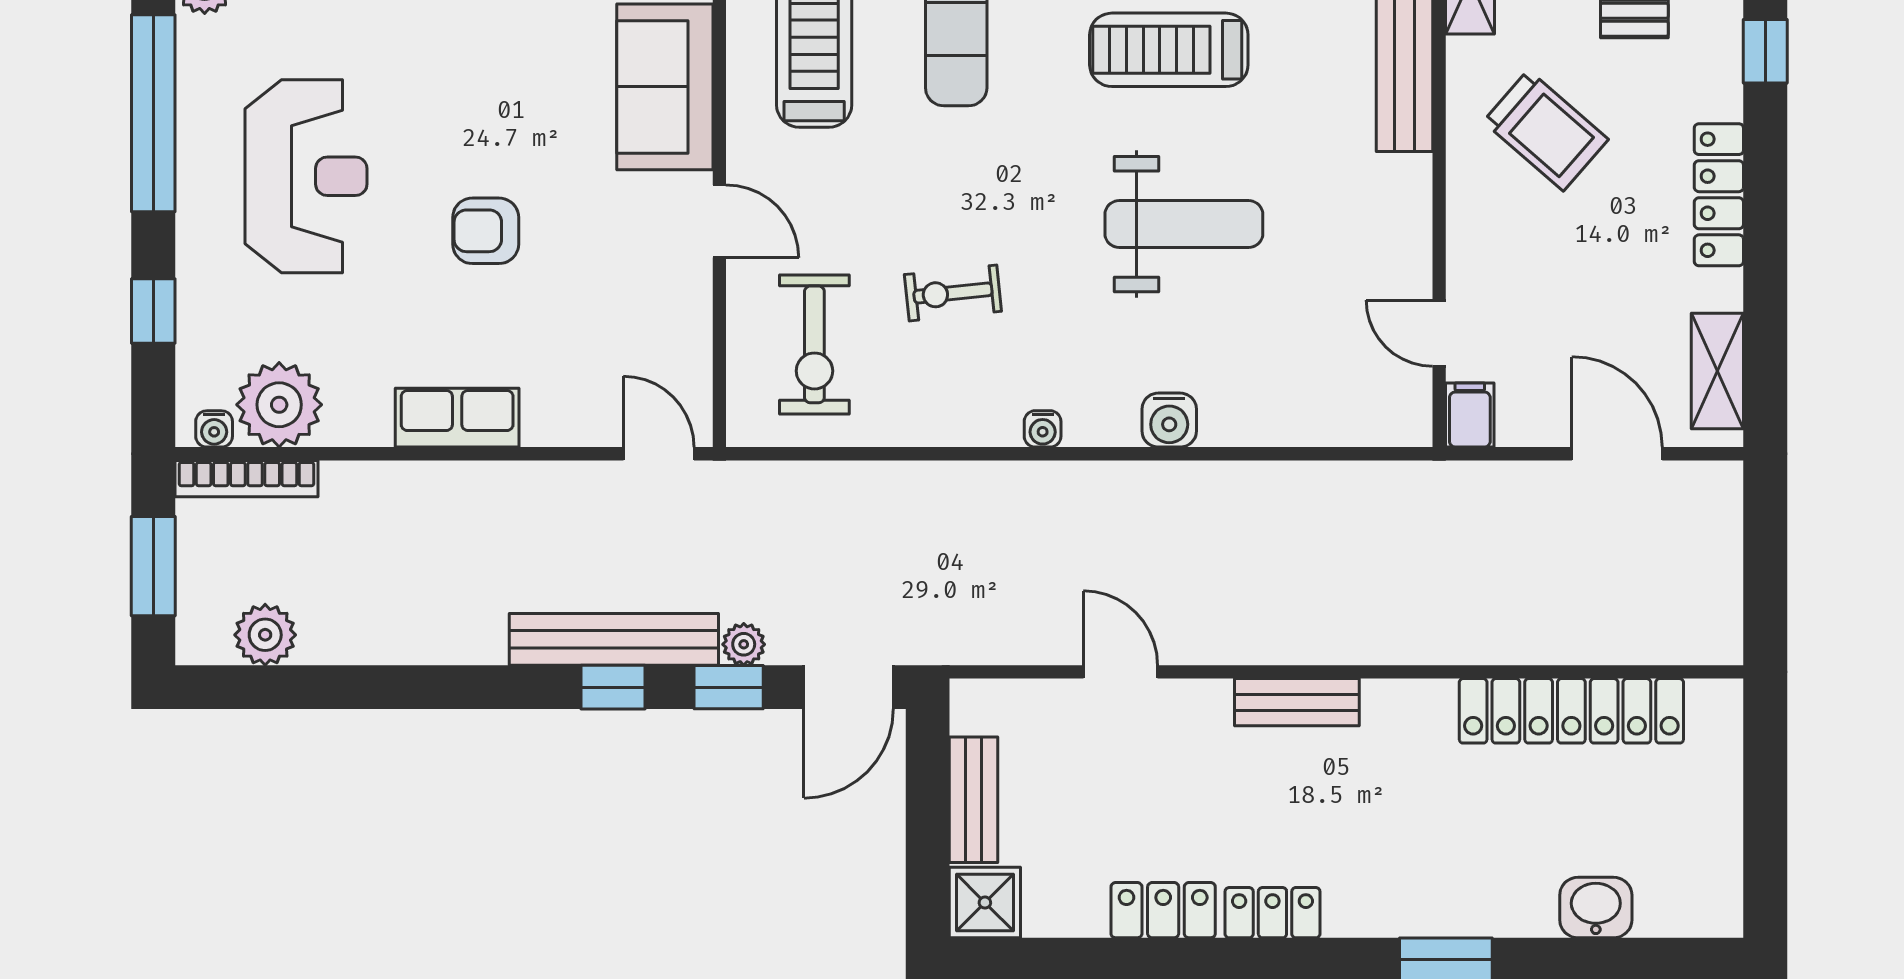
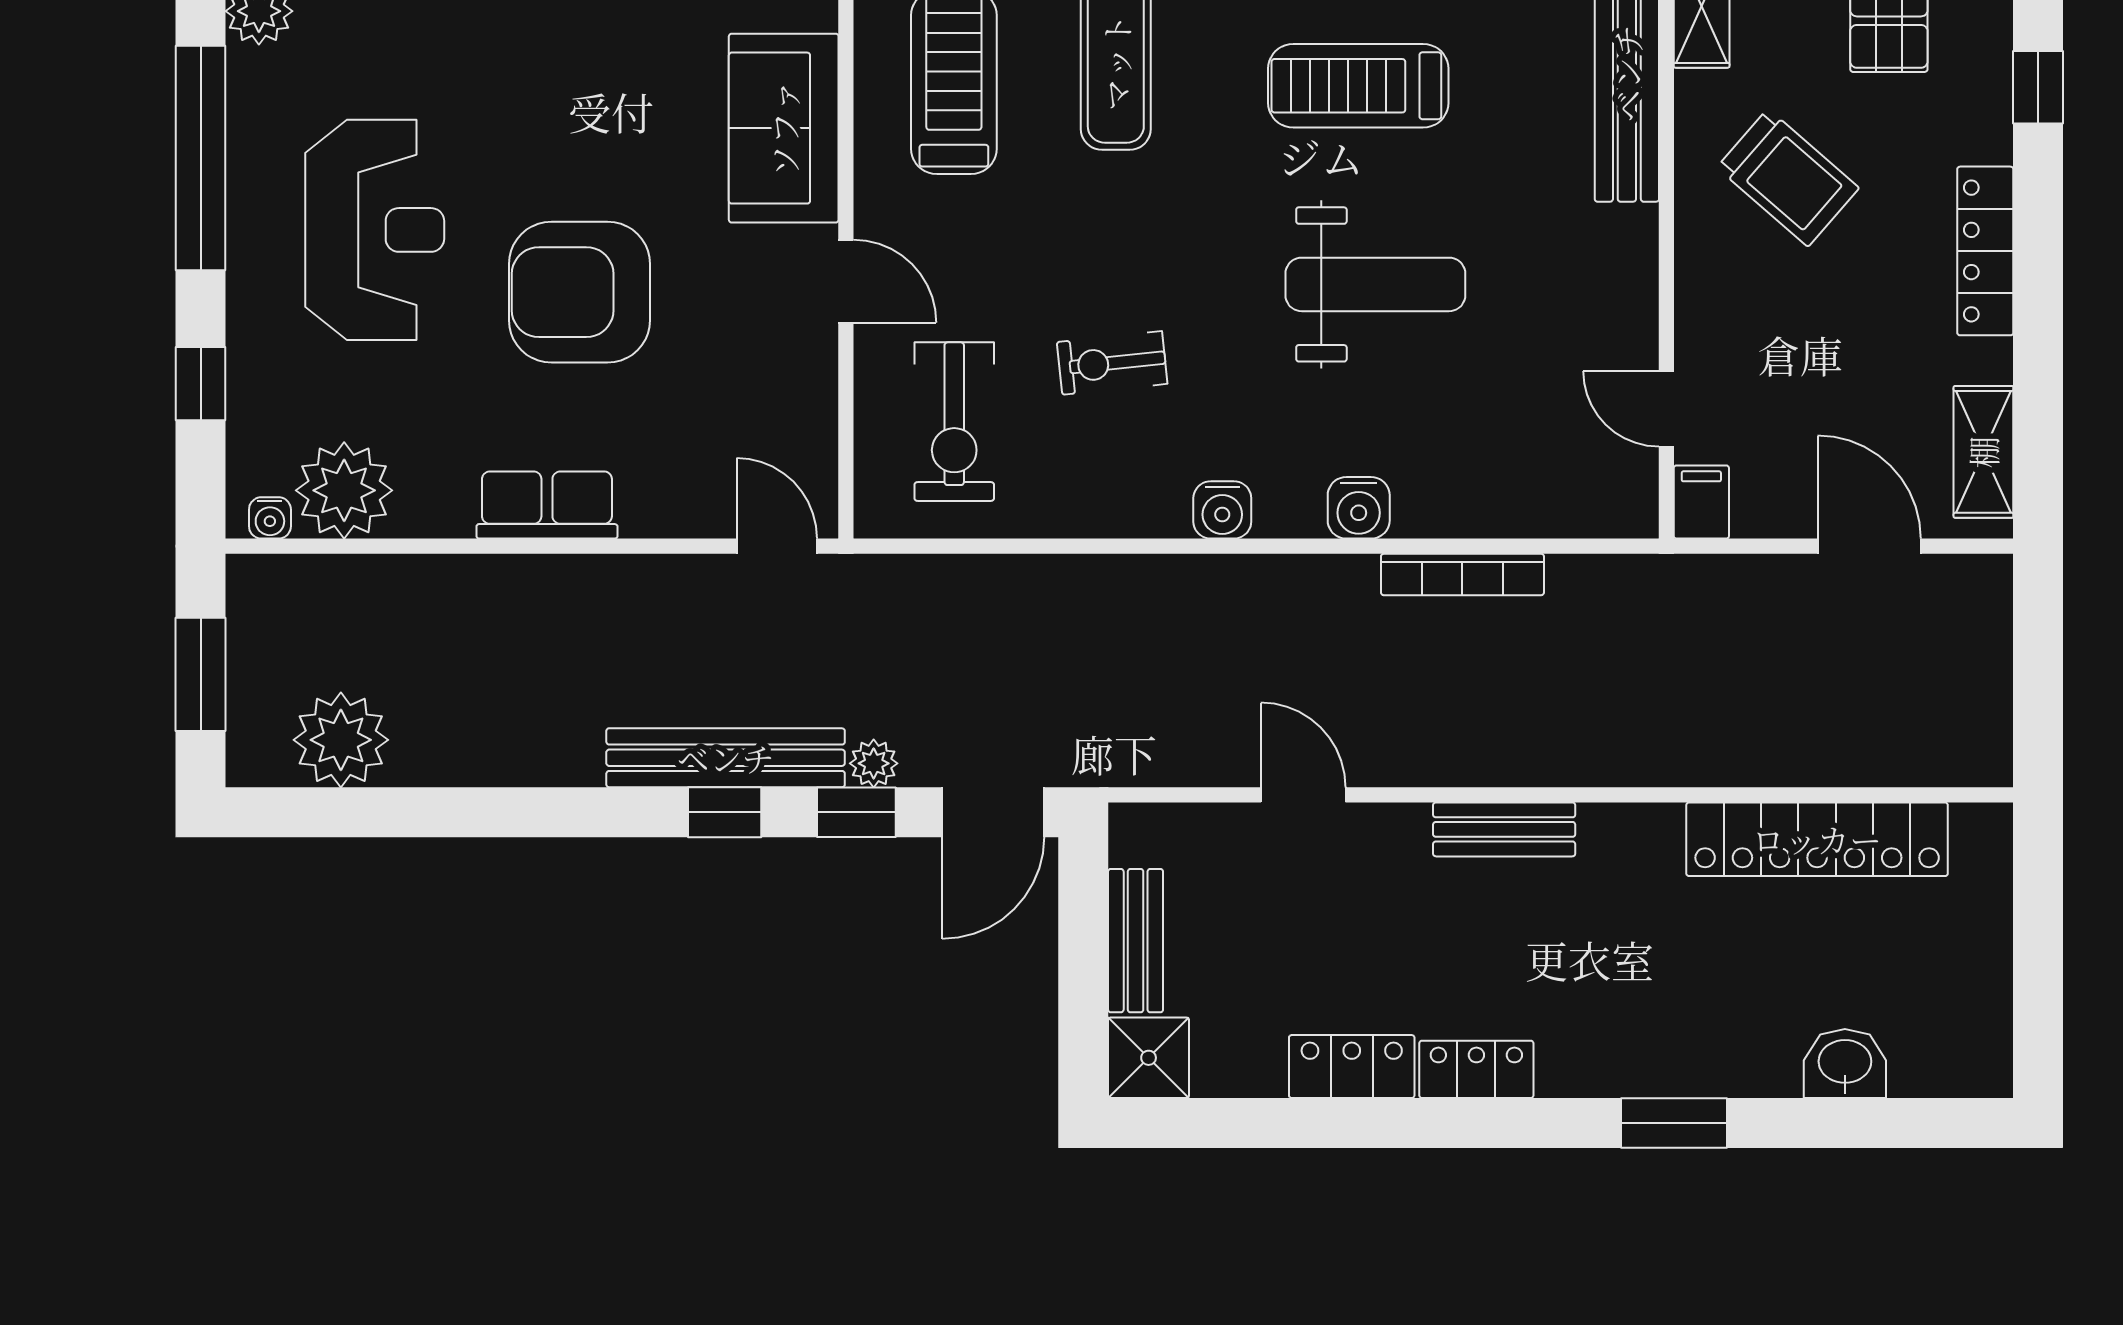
armchair: (486, 231) -> (580, 292), width x1.88, depth x1.88
water cooler: (1043, 429) -> (1222, 510), width x1.38, depth x1.38
bookcase: (246, 479) -> (1462, 574), moved
plant: (265, 635) -> (341, 740), width x1.36, depth x1.36

